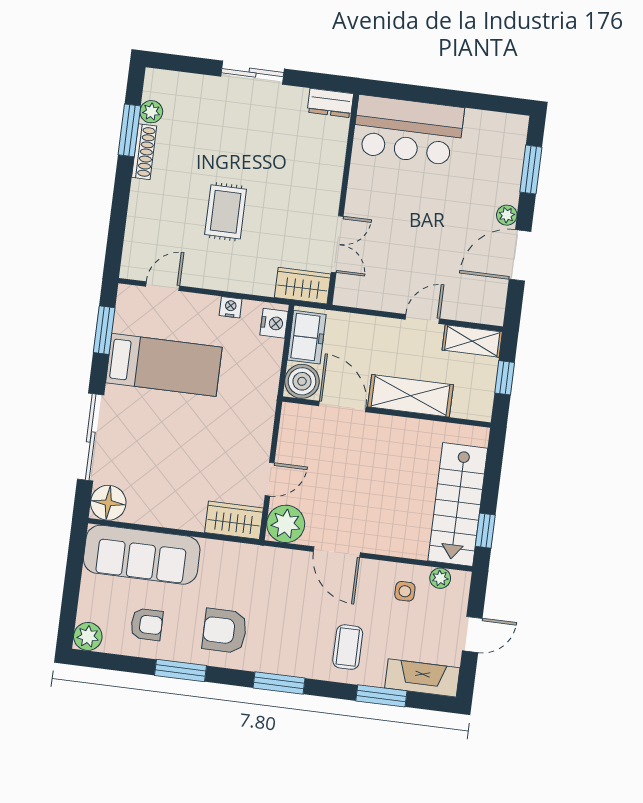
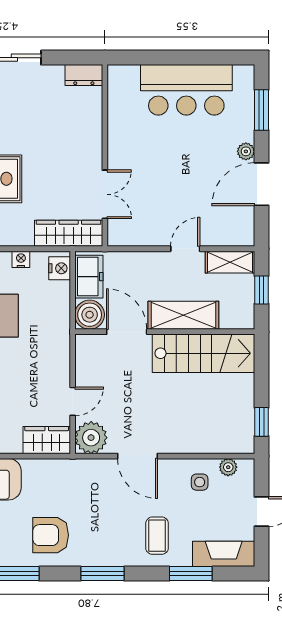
bar counter: (408, 130) -> (186, 90), moved
wardrobe: (303, 286) -> (69, 233), width x1.50
stairs: (458, 504) -> (203, 353), moved, turned -90

